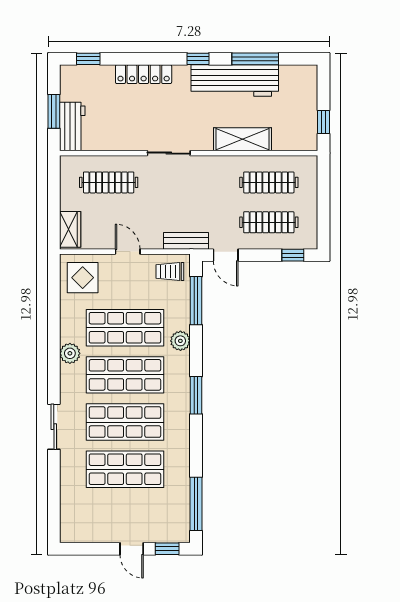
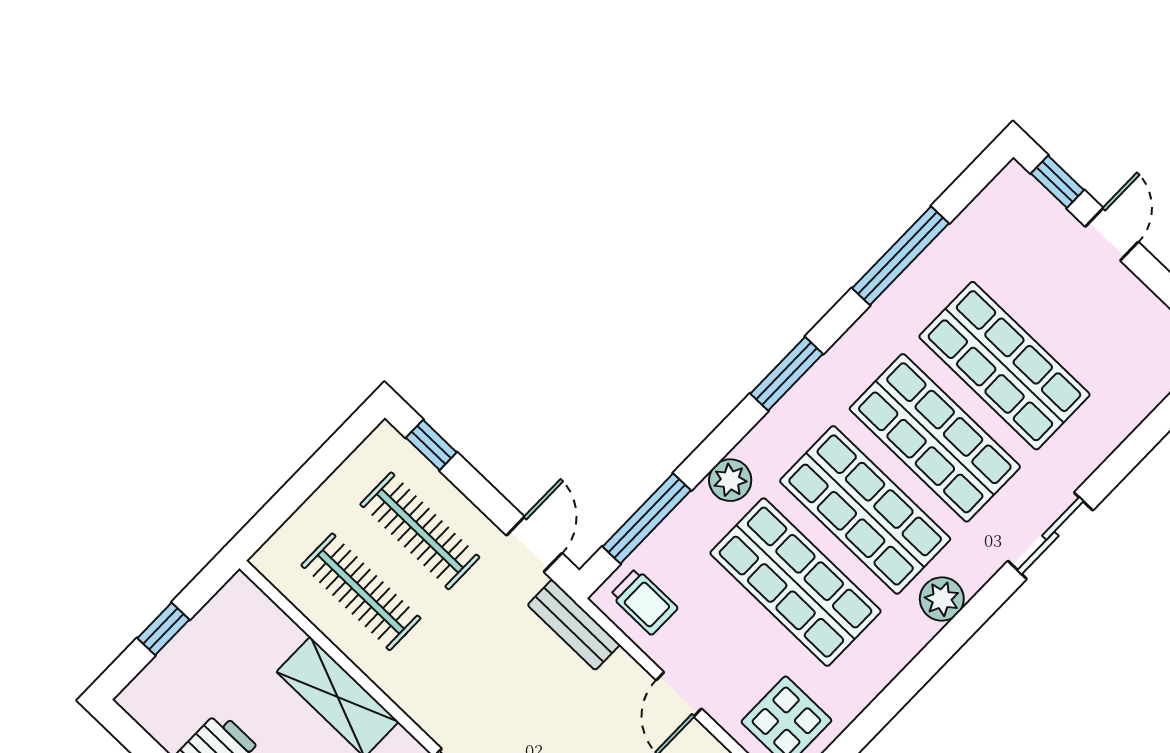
window: (324, 122) -> (163, 629), moved
plant: (70, 353) -> (942, 599), moved
window: (196, 504) -> (901, 256), moved

